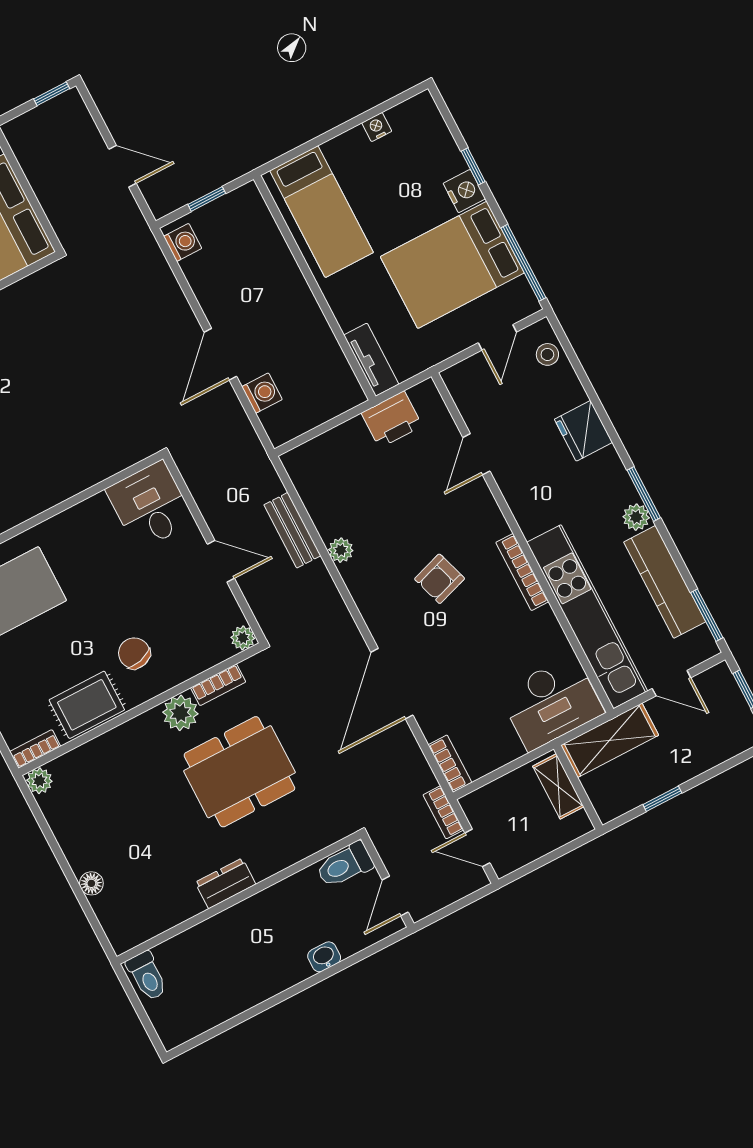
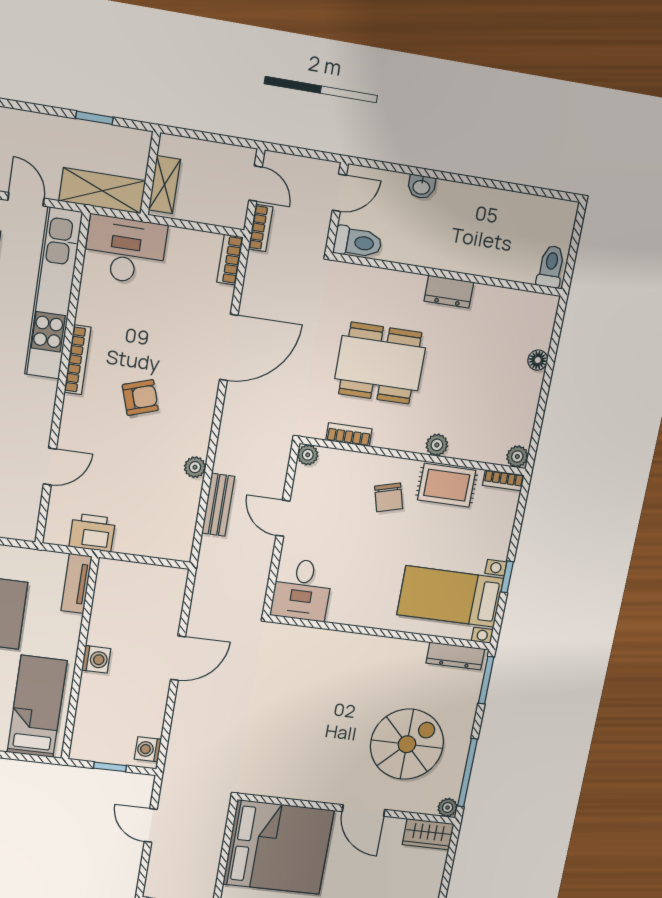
washing machine: (262, 393) -> (96, 659), moved, turned 180
plant: (180, 713) -> (437, 445), moved, width x0.73, depth x0.73

